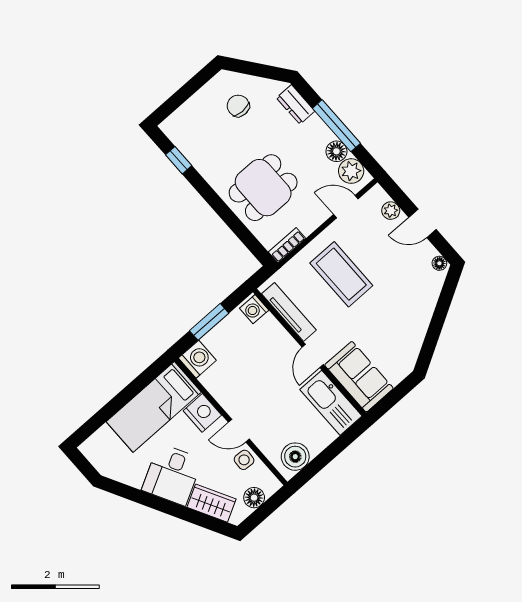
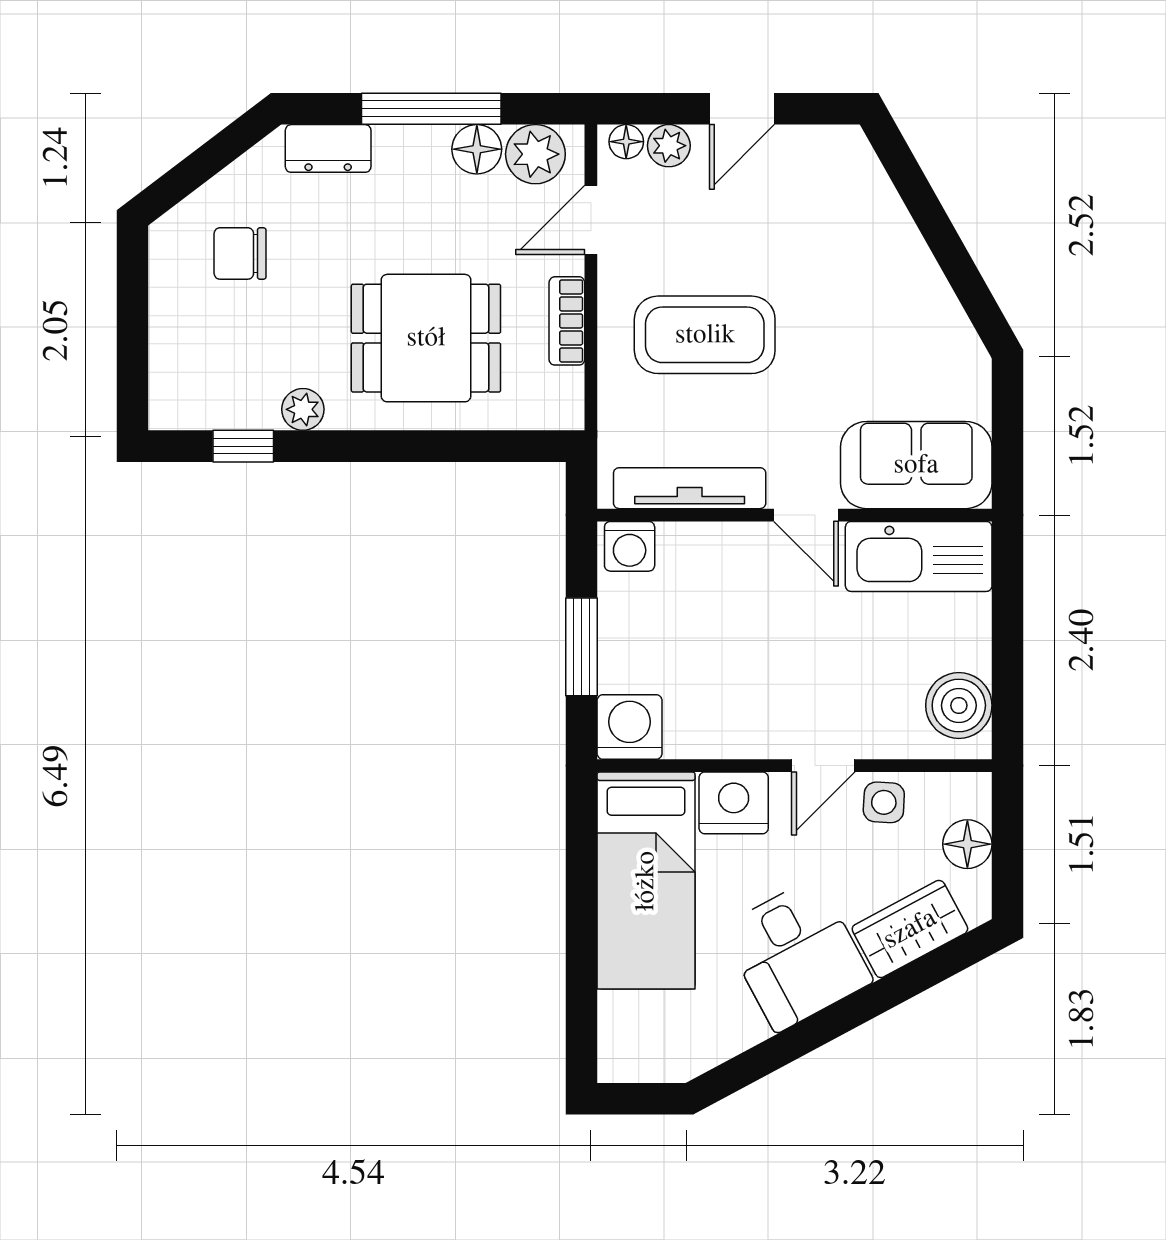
plant: (207, 169) -> (303, 409), added
dining table: (263, 188) -> (426, 338), turned 90
bookcase: (287, 245) -> (567, 321), moved
floor lamp: (439, 263) -> (626, 142), moved

